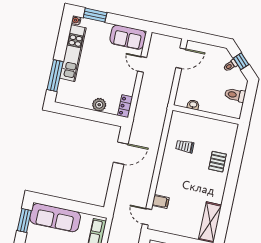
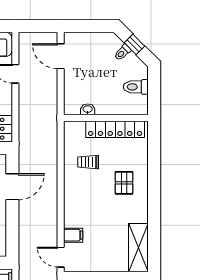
door: (181, 58) -> (61, 56), swing flipped
locker: (212, 125) -> (115, 129), added
pallet: (217, 162) -> (124, 183), moved

